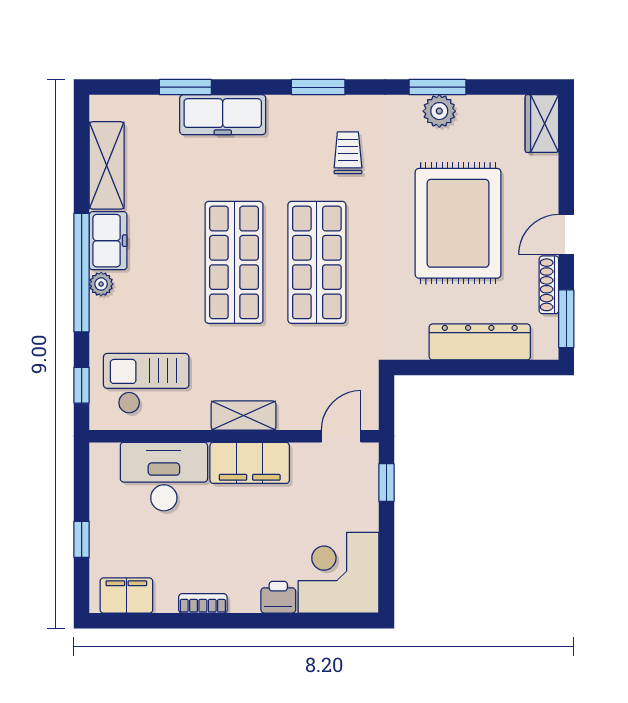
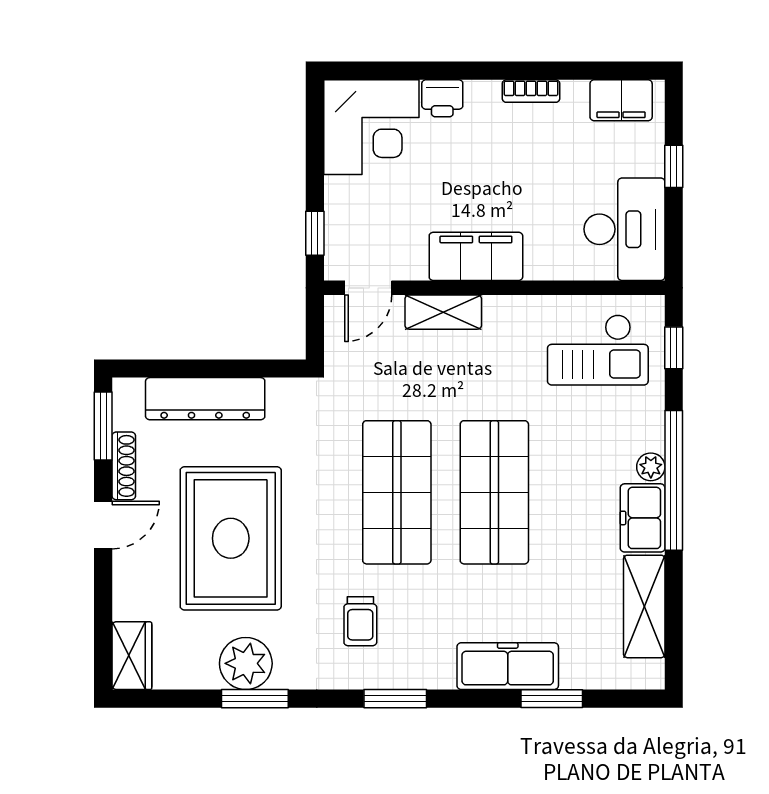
plant: (439, 111) -> (246, 663), width x1.36, depth x1.36
shelving: (243, 416) -> (443, 312), moved
desk: (164, 477) -> (624, 229), moved, turned -90

